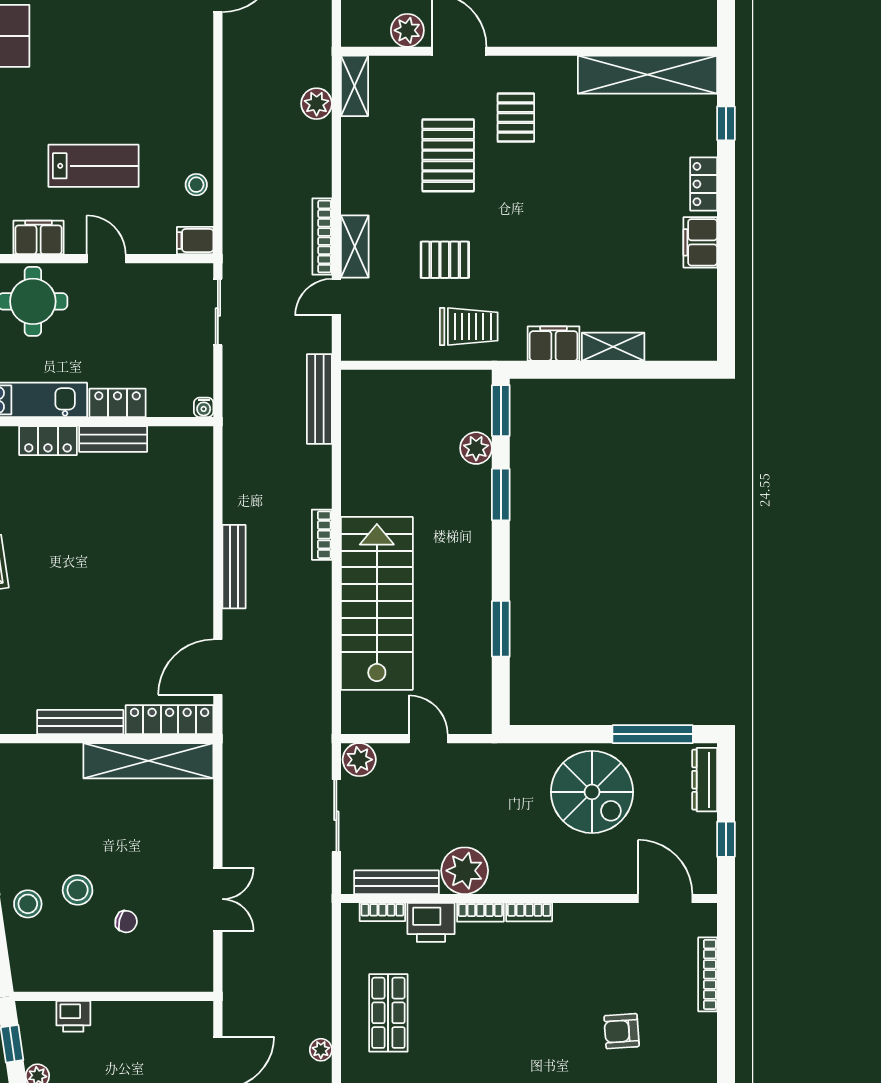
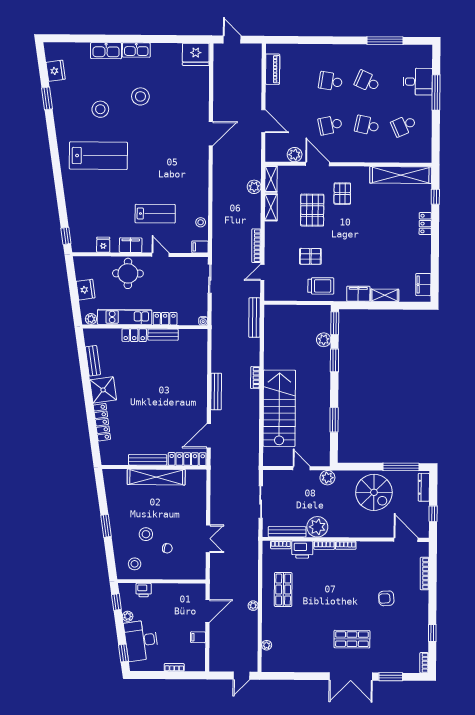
filing cabinet: (700, 242) -> (423, 285), moved
shelving: (355, 246) -> (271, 207), moved
plant: (359, 760) -> (327, 478), moved
shelving: (148, 761) -> (156, 477), moved
stool: (28, 904) -> (135, 564), moved

